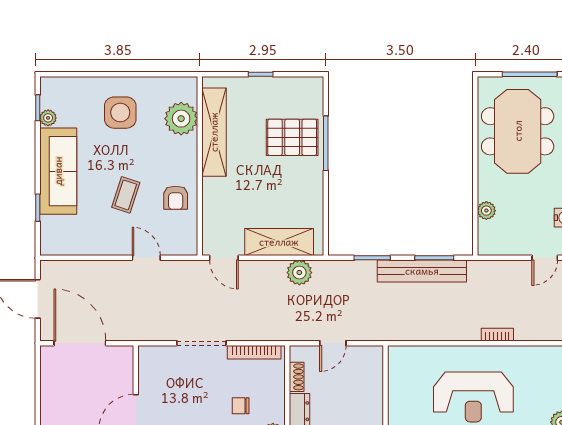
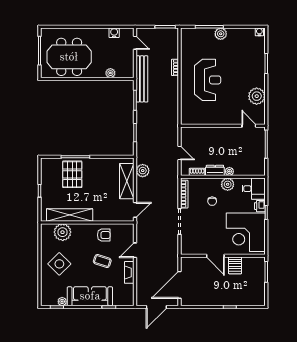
side table: (120, 113) -> (59, 264), turned 45
fireplace: (104, 247) -> (129, 272), added
bench: (422, 271) -> (142, 79), moved

